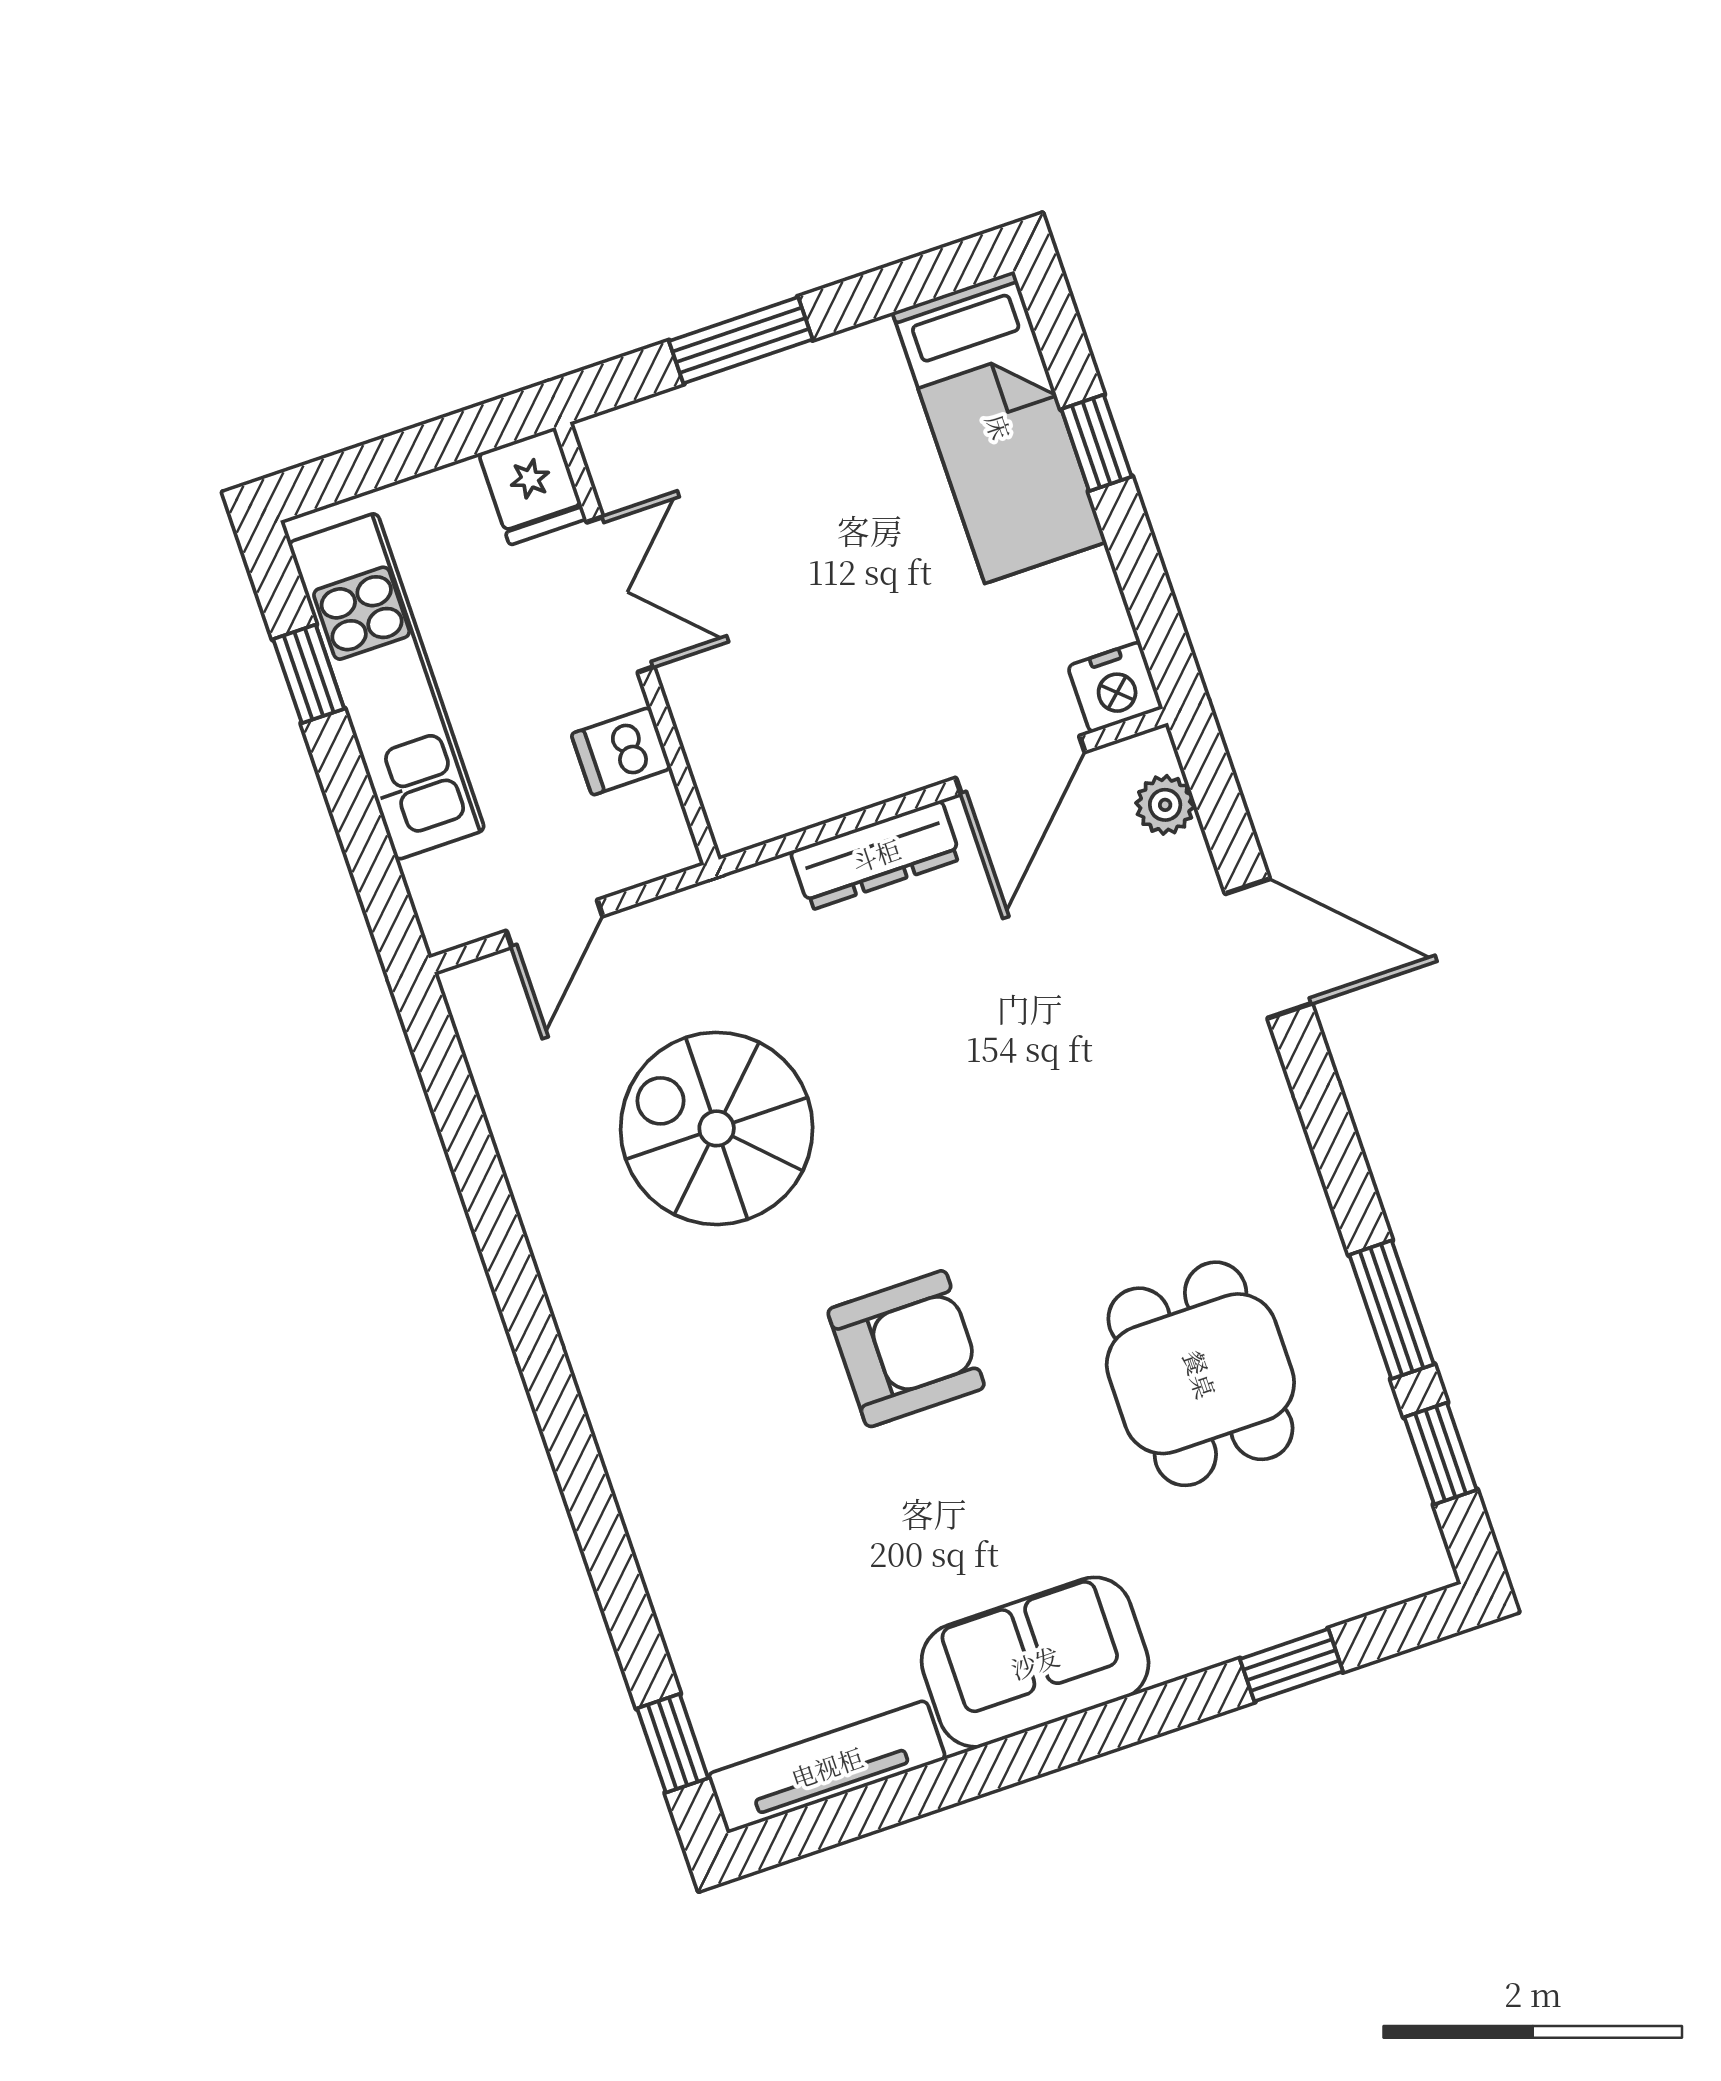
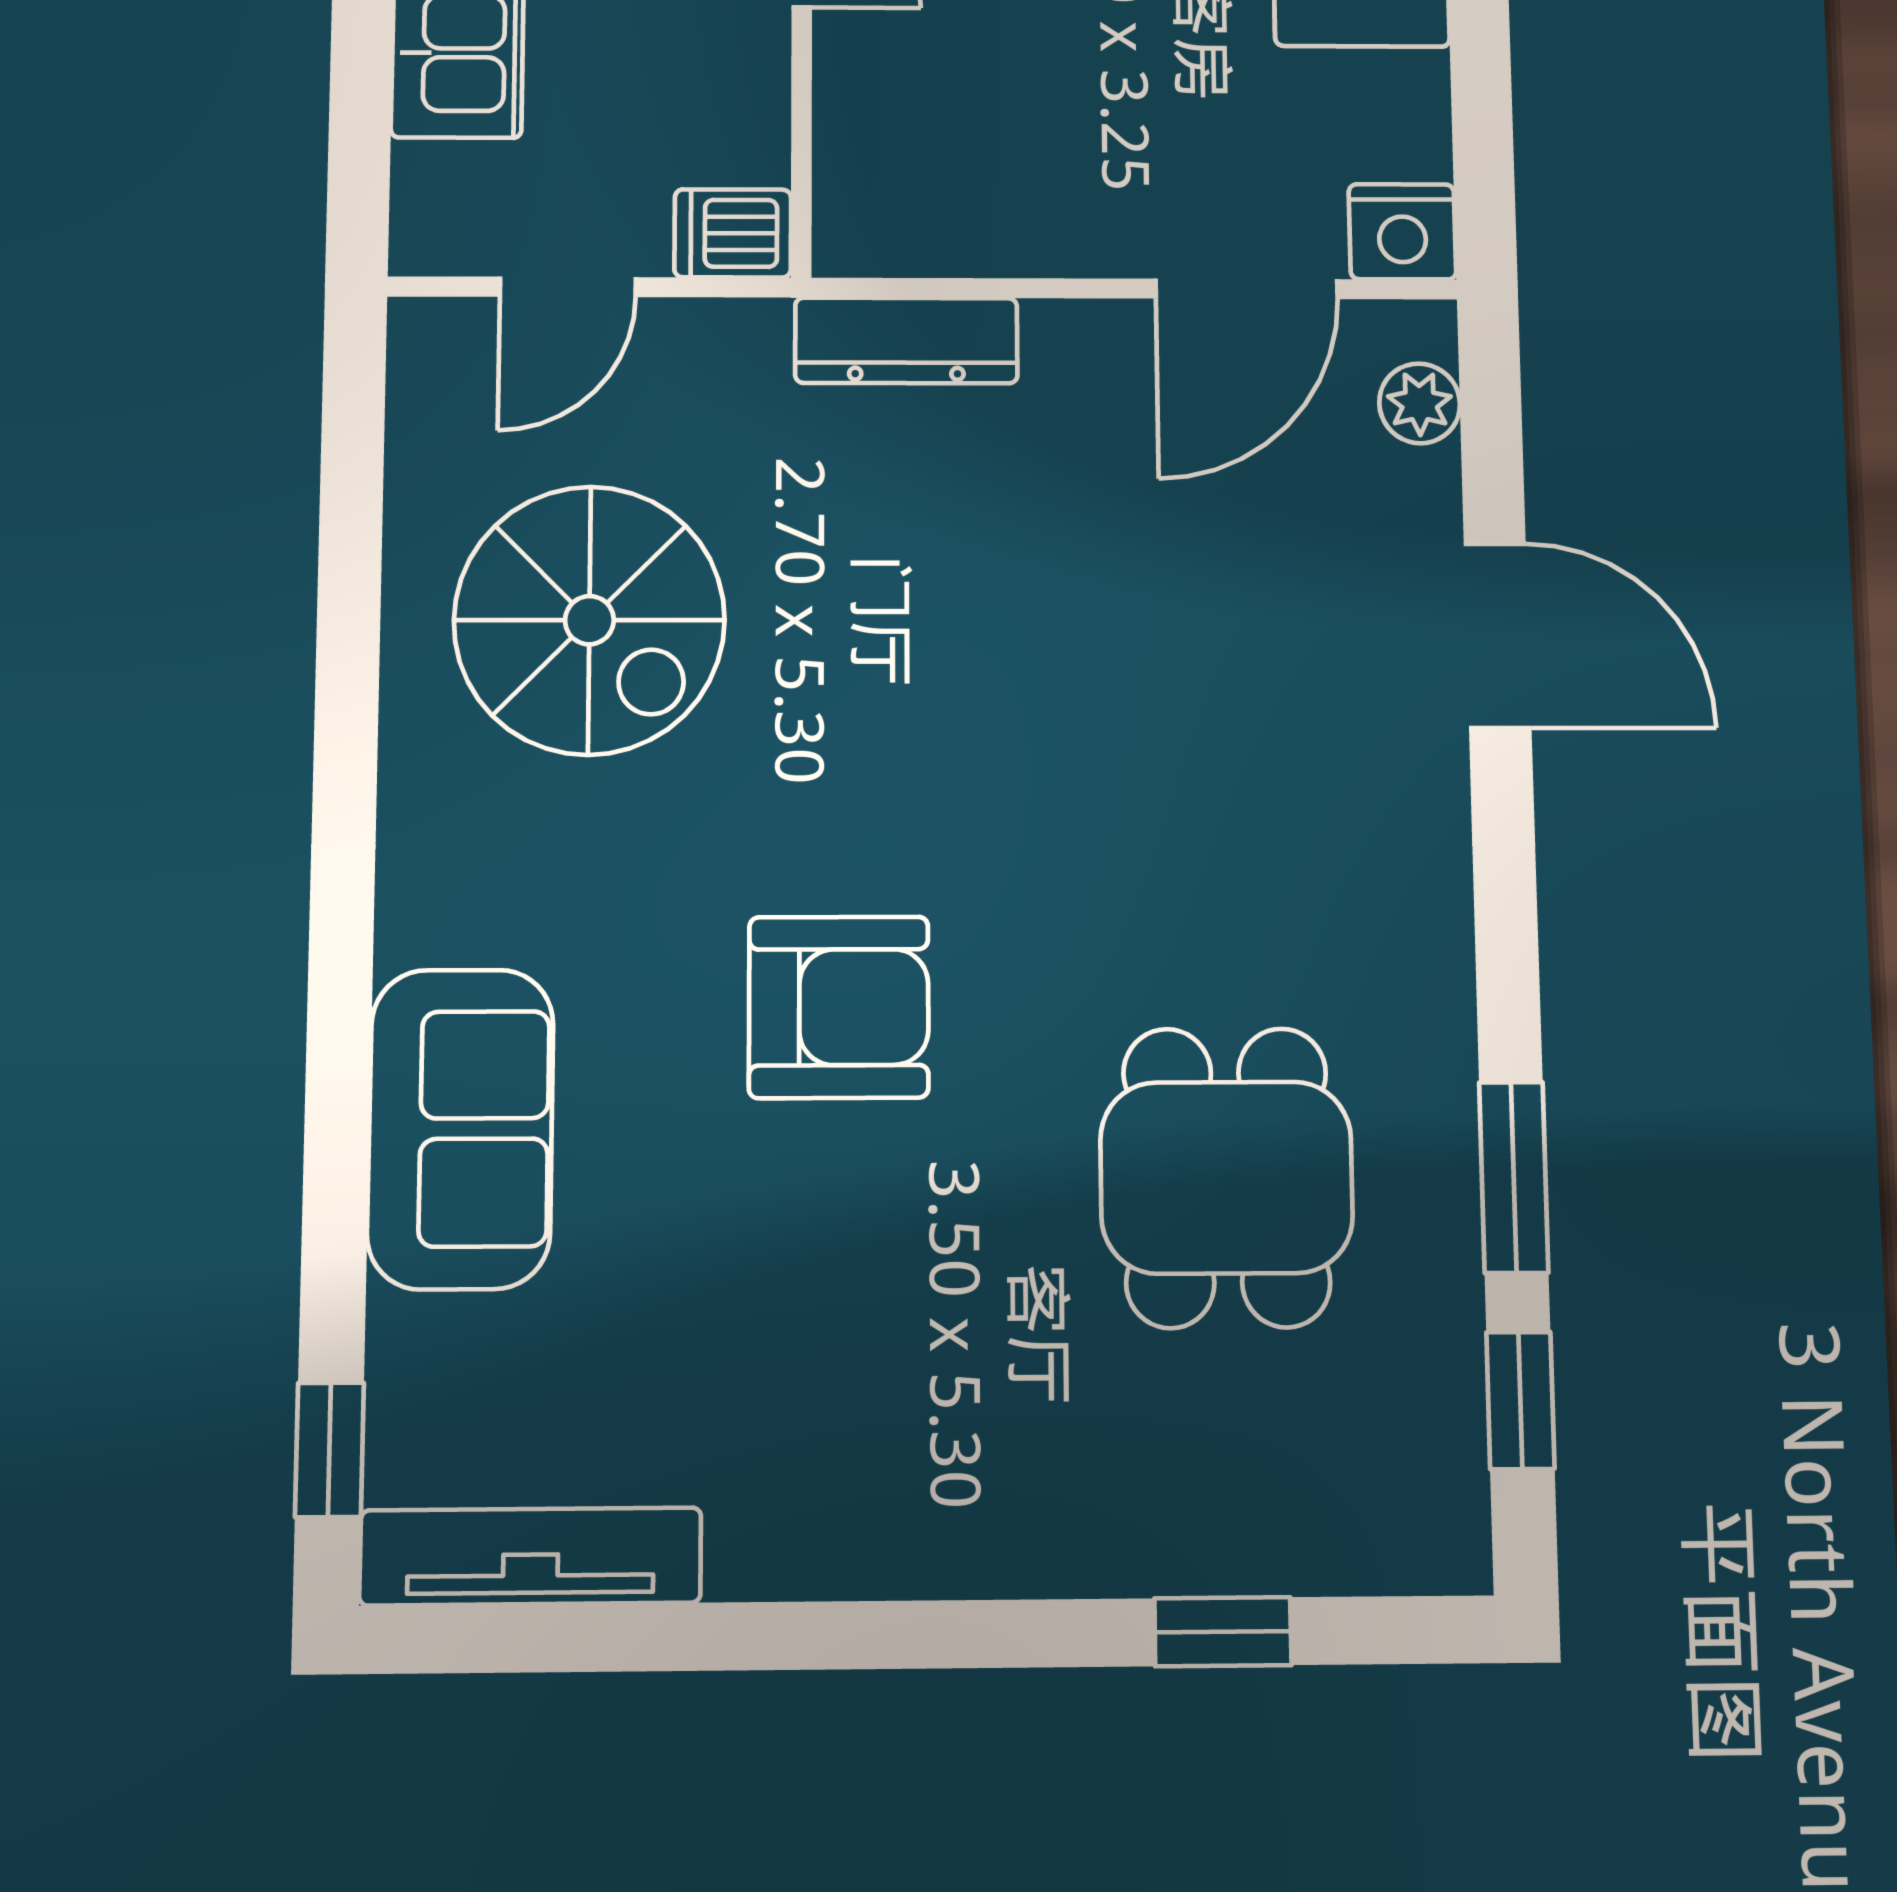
dishwasher: (621, 751) -> (733, 233), moved
dresser: (876, 855) -> (906, 340), moved
spiral stairs: (717, 1128) -> (589, 620), moved, turned 180
sofa: (1035, 1662) -> (461, 1129), moved, turned 90

